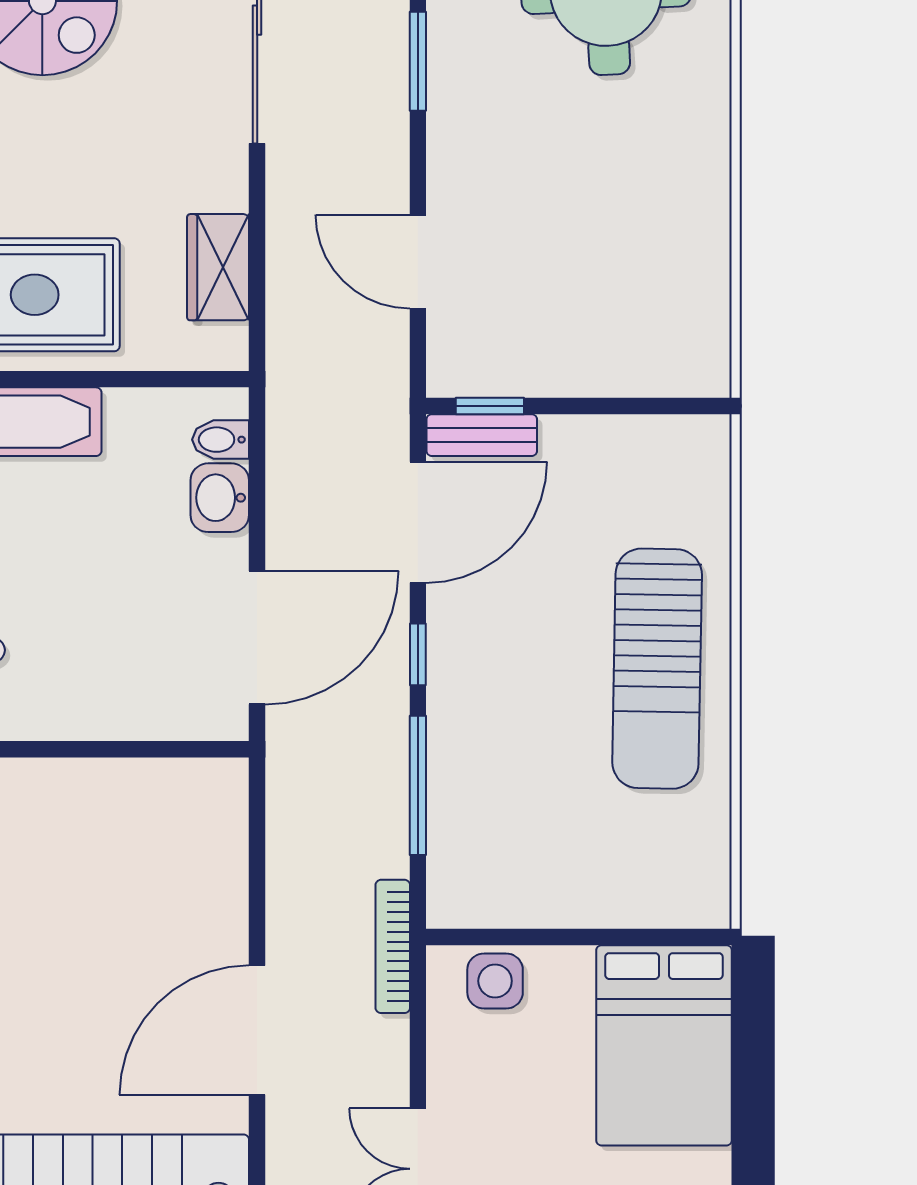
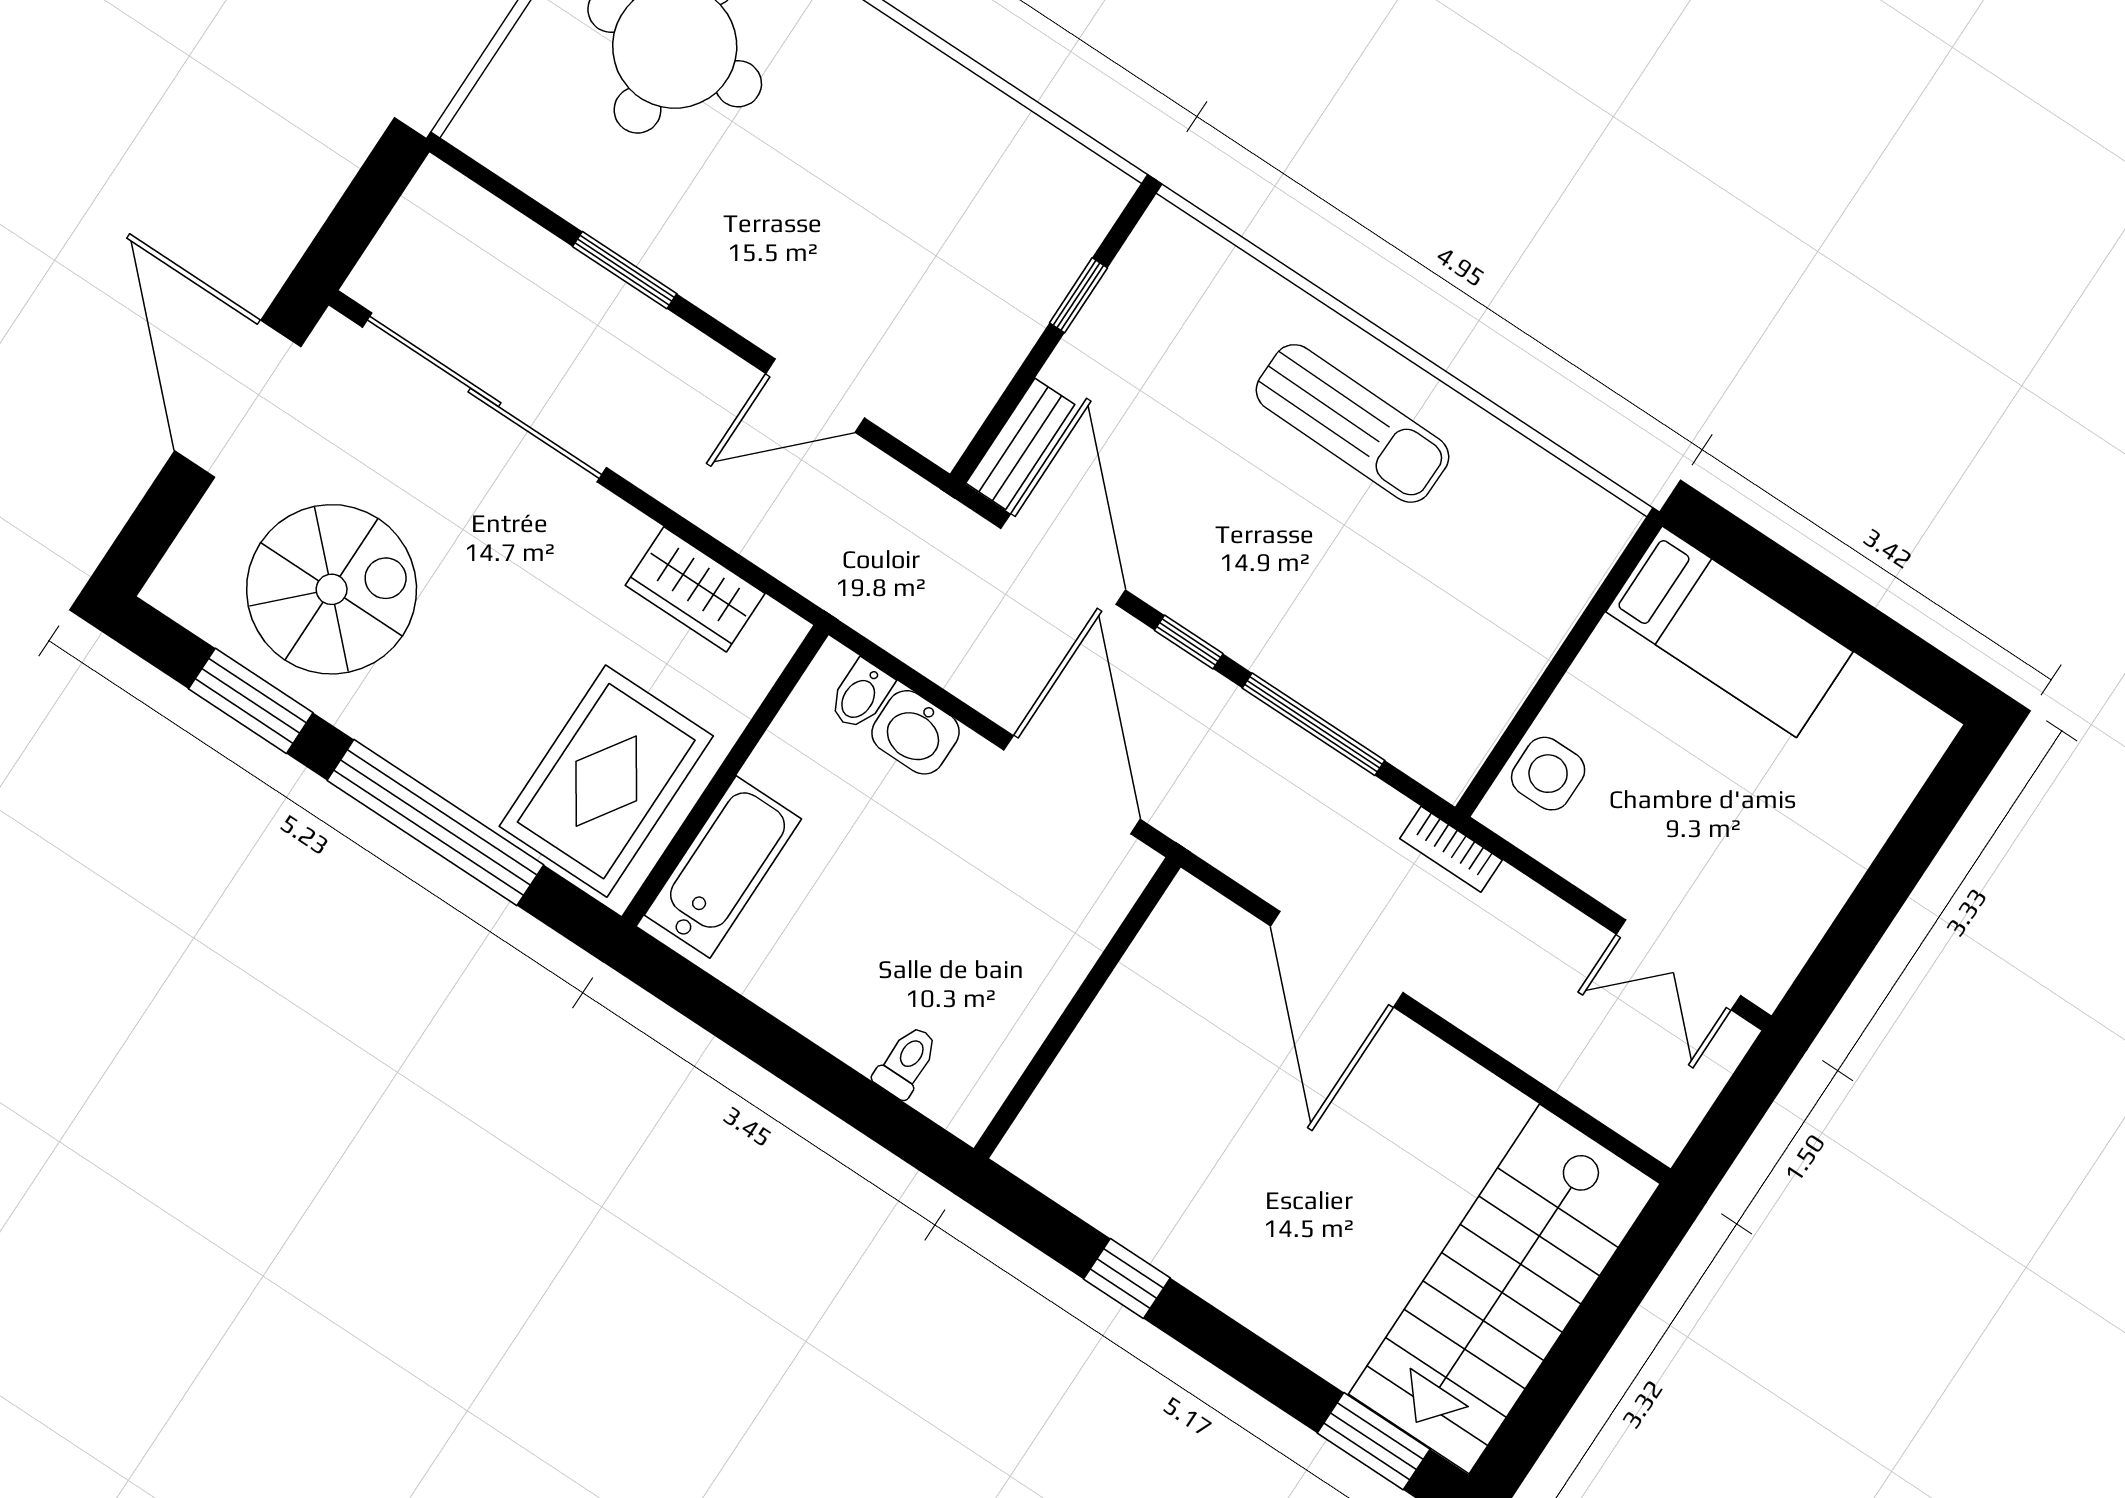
window: (490, 406) -> (1078, 295), moved
sun lounger: (657, 669) -> (1352, 423), width x0.73, depth x0.75
bookcase: (393, 946) -> (1451, 849), width x0.64
door: (257, 1030) -> (1337, 959), moved
bed: (664, 1045) -> (1729, 632), width x0.67

